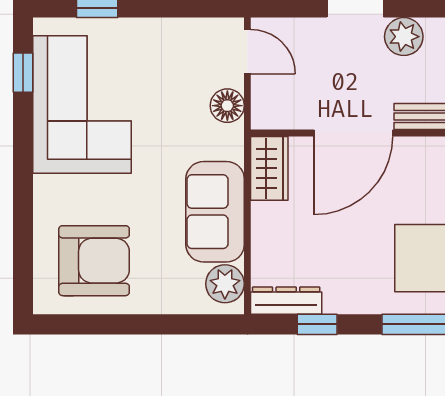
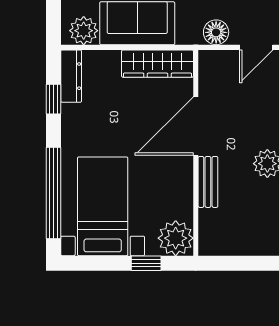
door: (353, 133) -> (196, 126), hinge flipped
wardrobe: (269, 168) -> (158, 64), width x1.50

